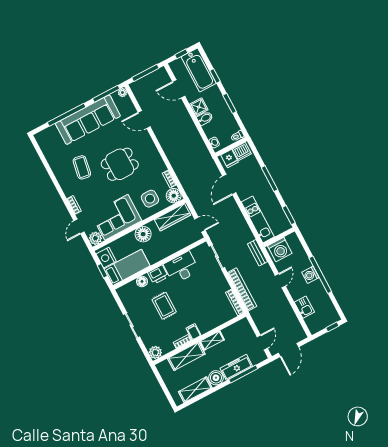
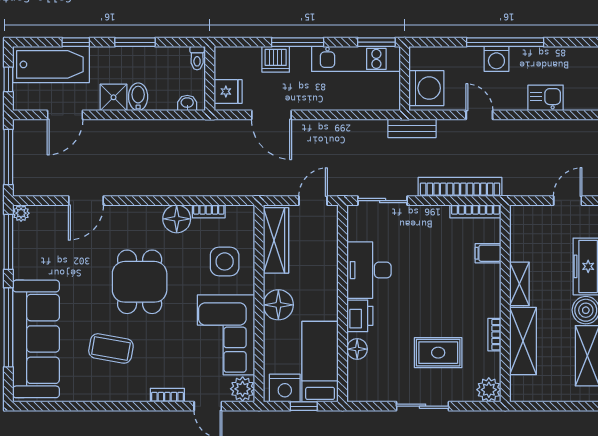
sofa: (88, 120) -> (36, 339), moved
dishwasher: (242, 151) -> (276, 59), moved, turned 90
floor lamp: (174, 196) -> (177, 219), moved
kitchen unit: (258, 219) -> (356, 59), moved, turned 180
rug: (164, 306) -> (438, 353), moved
filing cabinet: (194, 332) -> (488, 253), moved
door: (262, 343) -> (568, 201), hinge flipped

